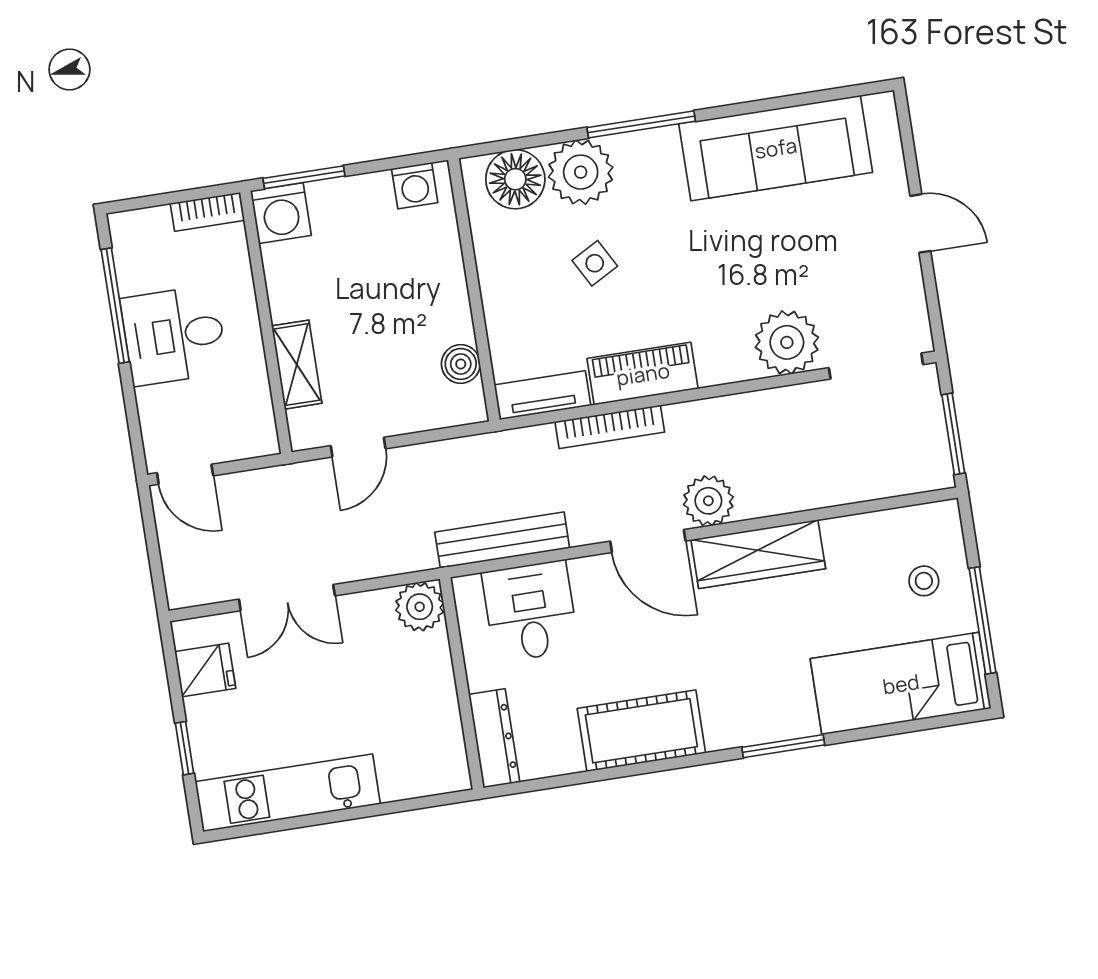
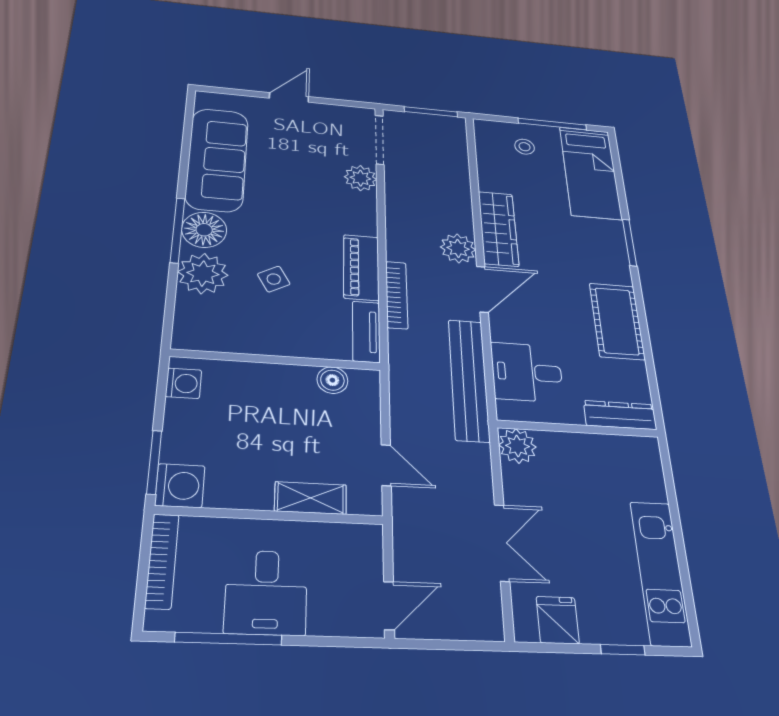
floor lamp: (515, 179) -> (204, 230), moved
bookcase: (207, 212) -> (162, 561), width x1.56
plant: (787, 342) -> (360, 178), width x0.73, depth x0.73
bench: (502, 540) -> (469, 380), width x1.37, depth x1.21

